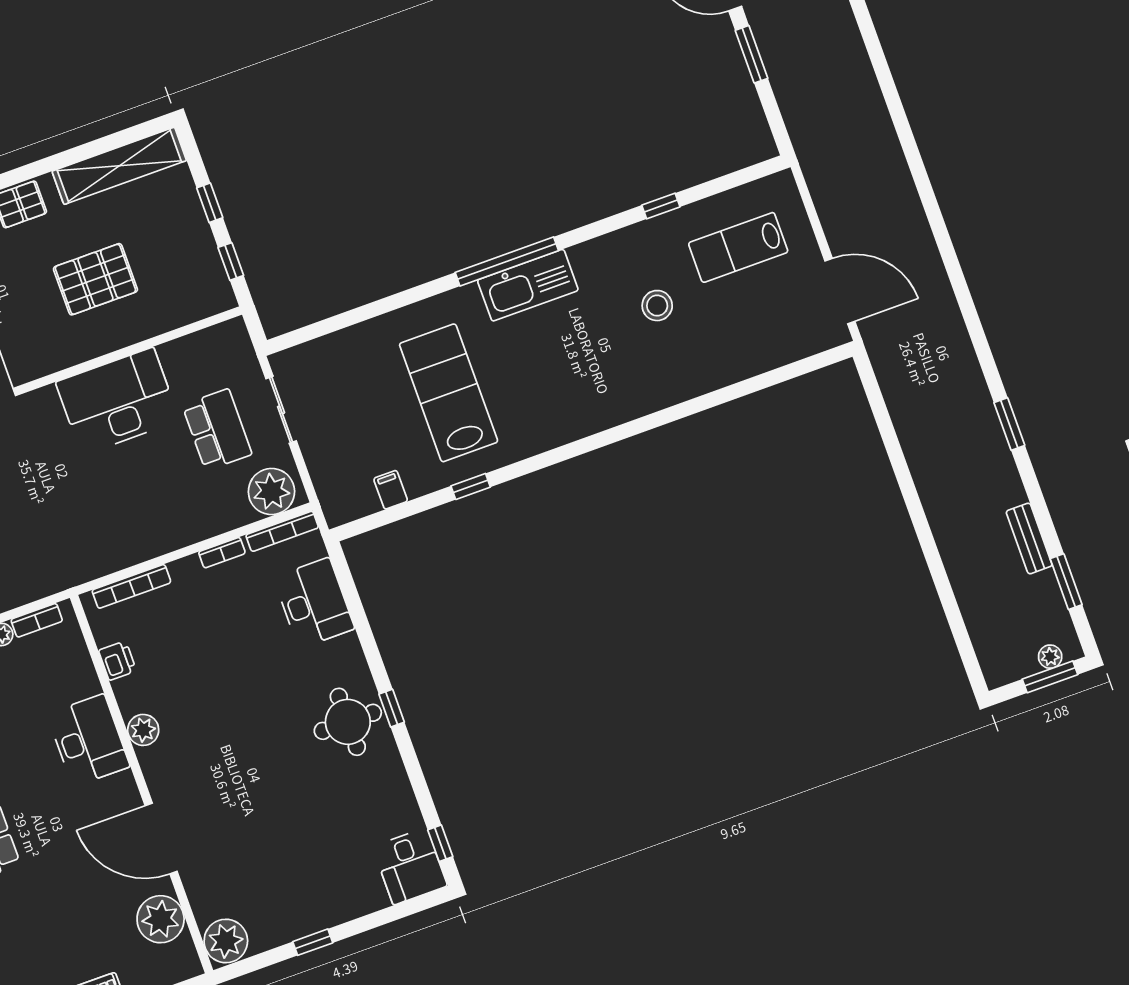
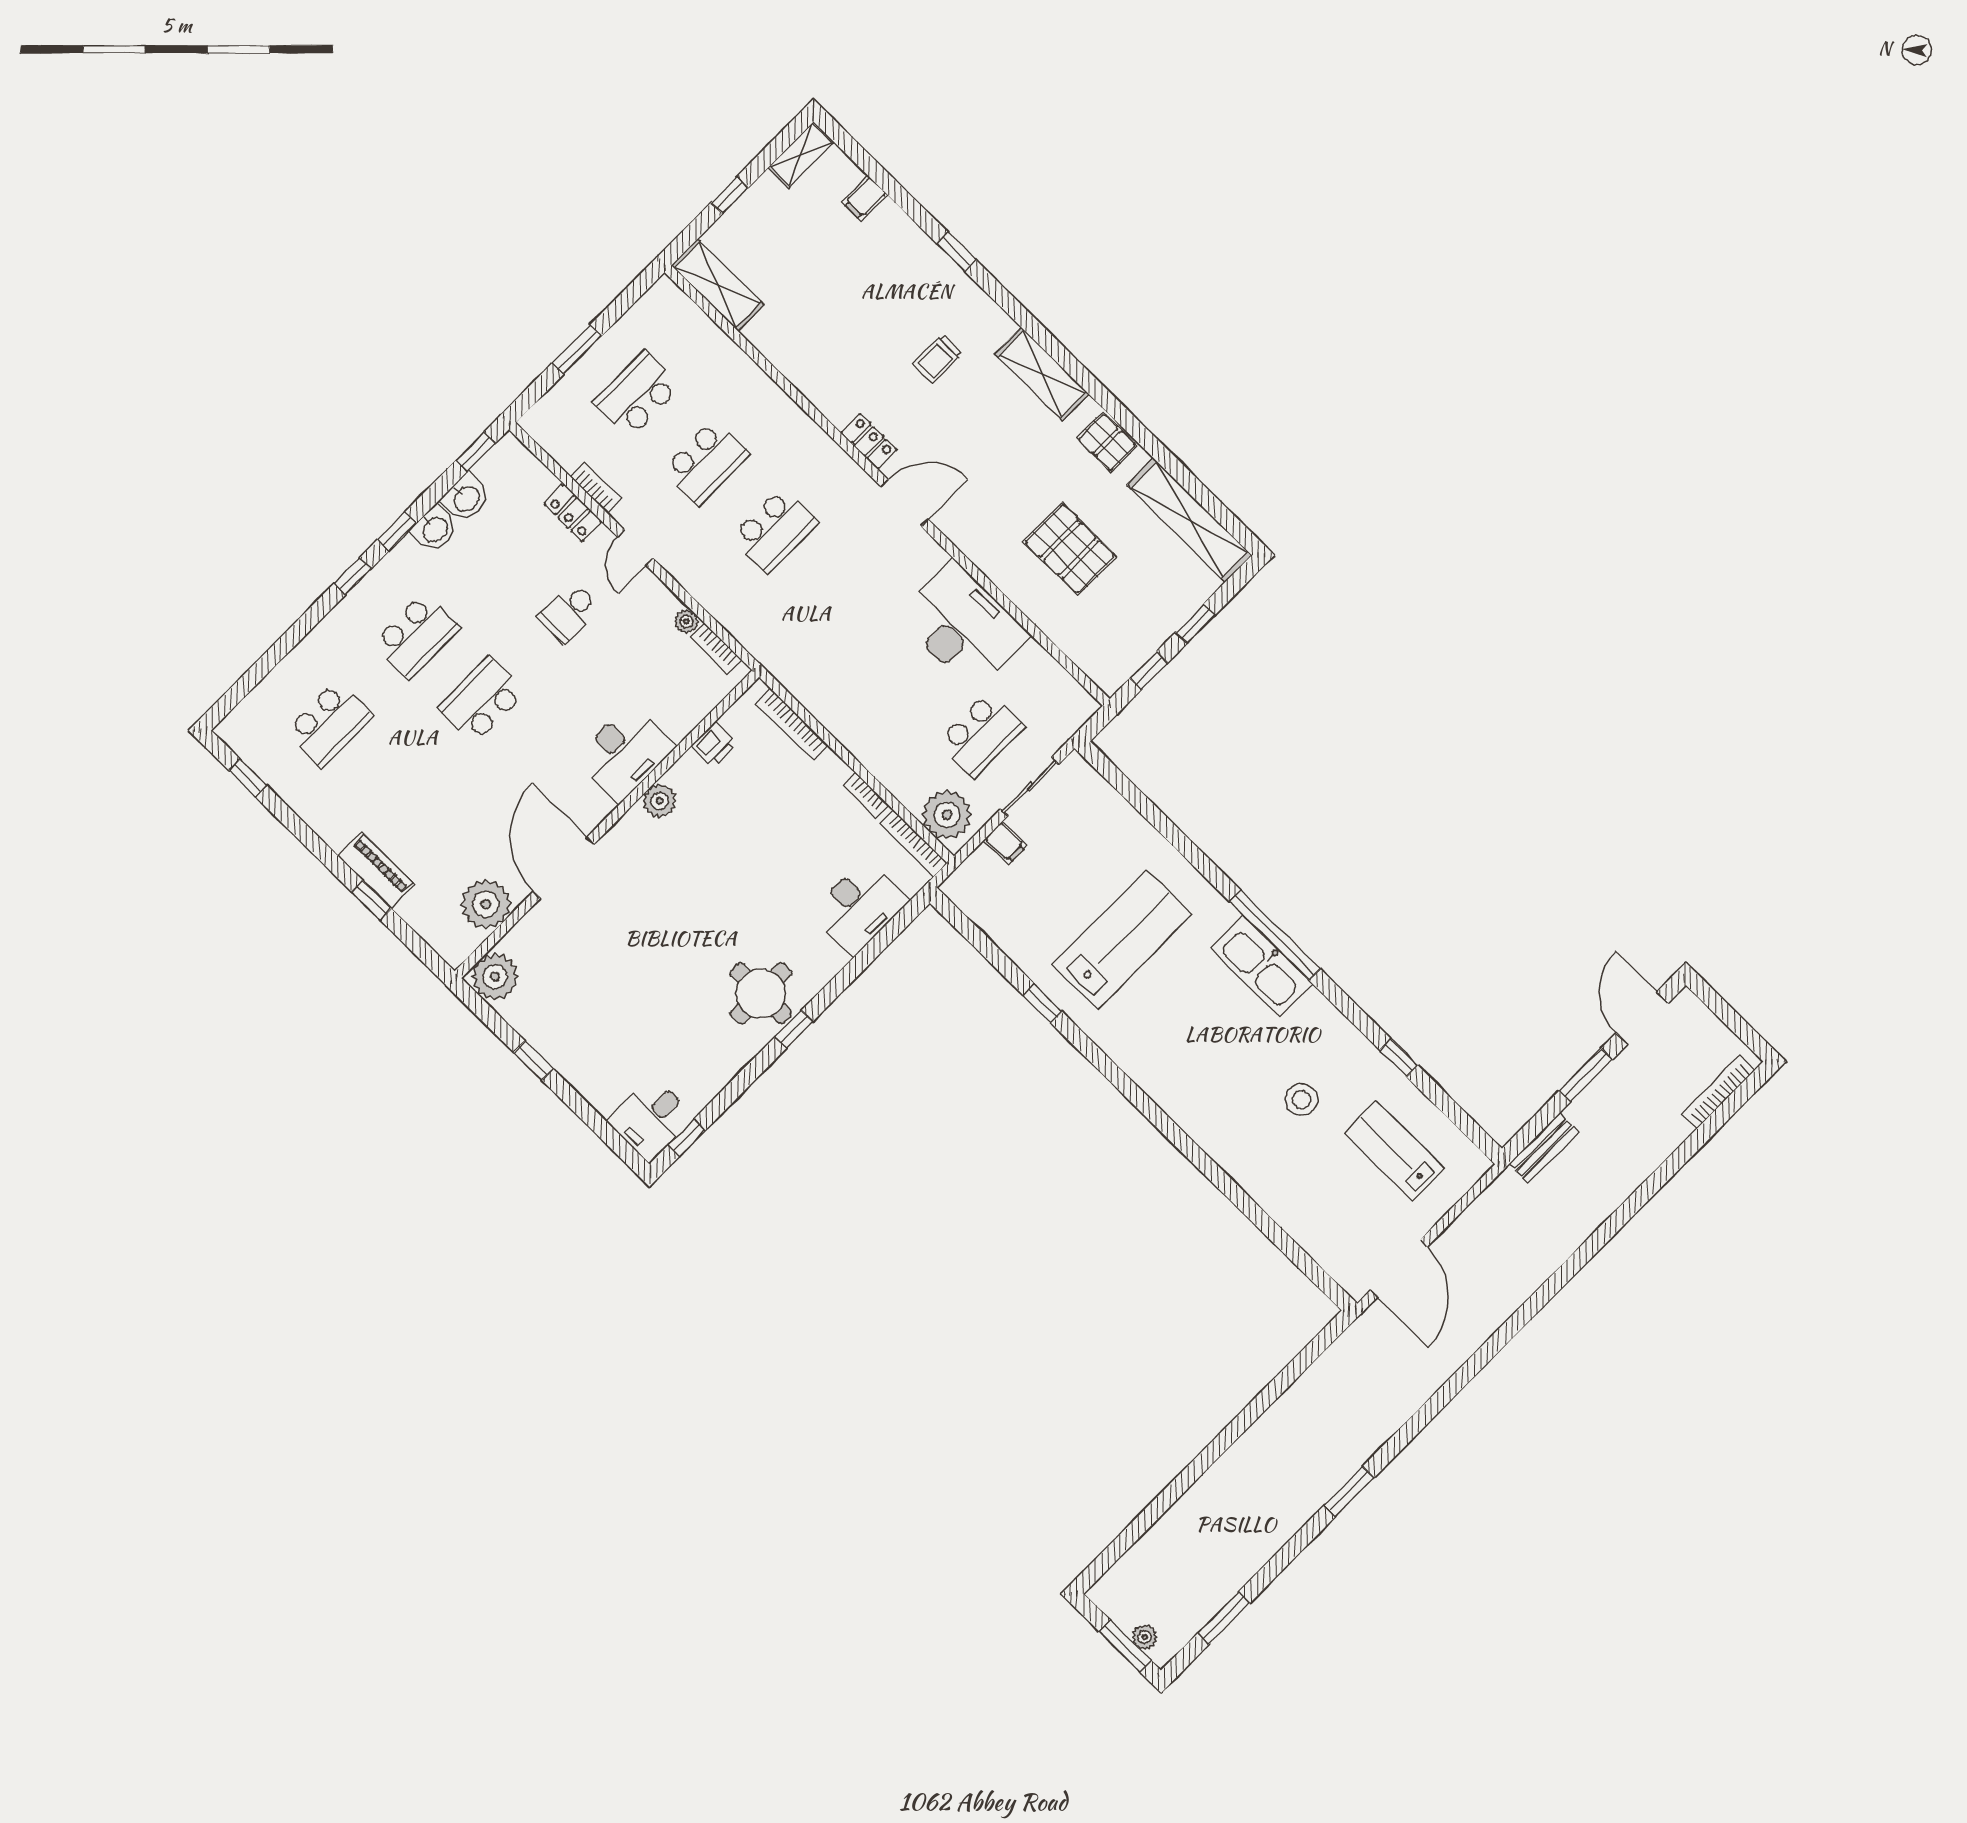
filing cabinet: (391, 490) -> (1006, 843), moved, turned 90
bench: (1029, 538) -> (1544, 1148), moved

